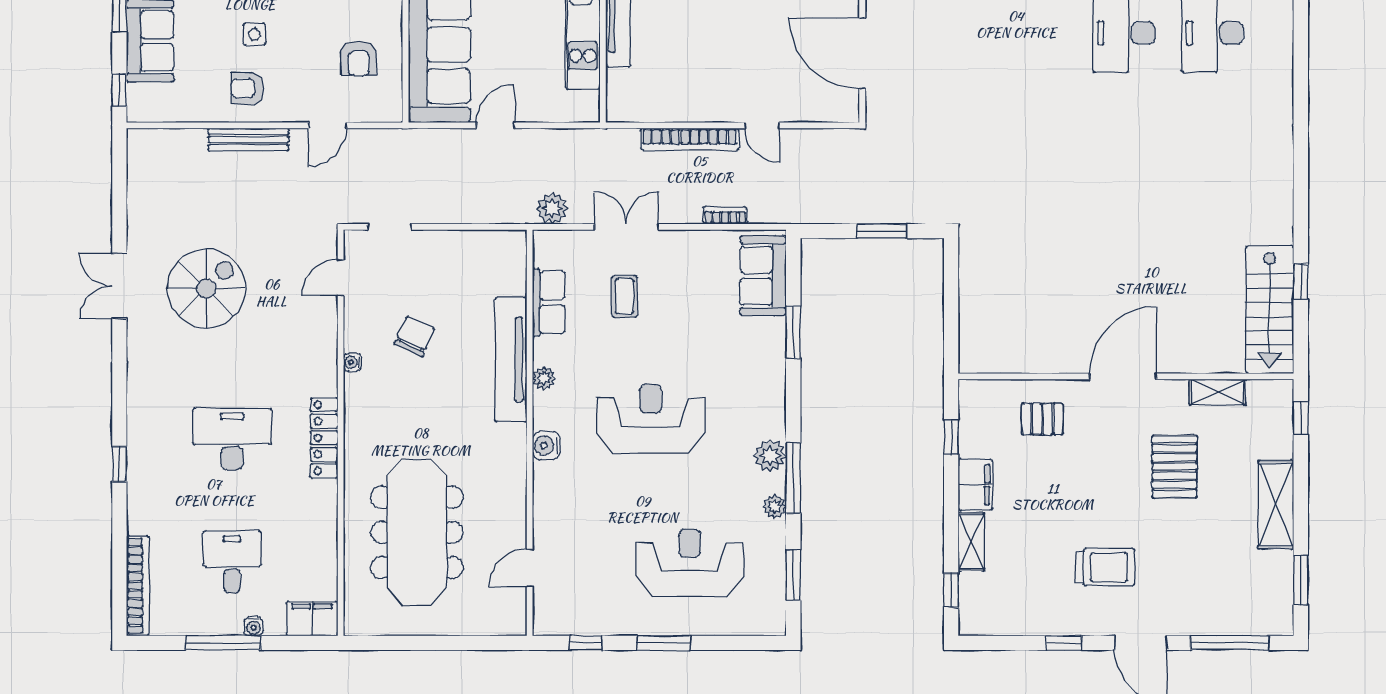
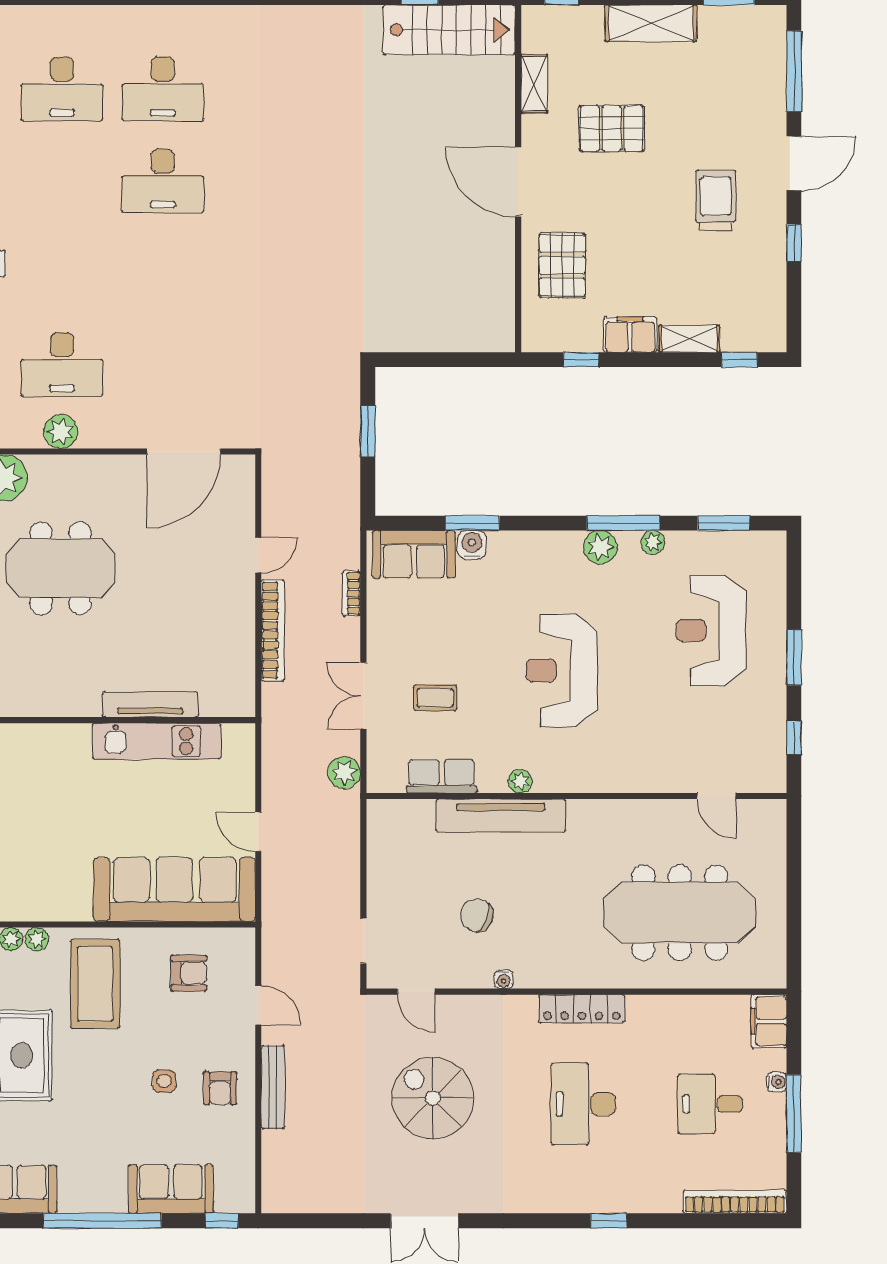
spiral stairs: (206, 289) -> (433, 1098), moved
pallet: (1042, 419) -> (562, 265), width x1.50, depth x1.42
water cooler: (546, 446) -> (472, 545), moved, turned 180

